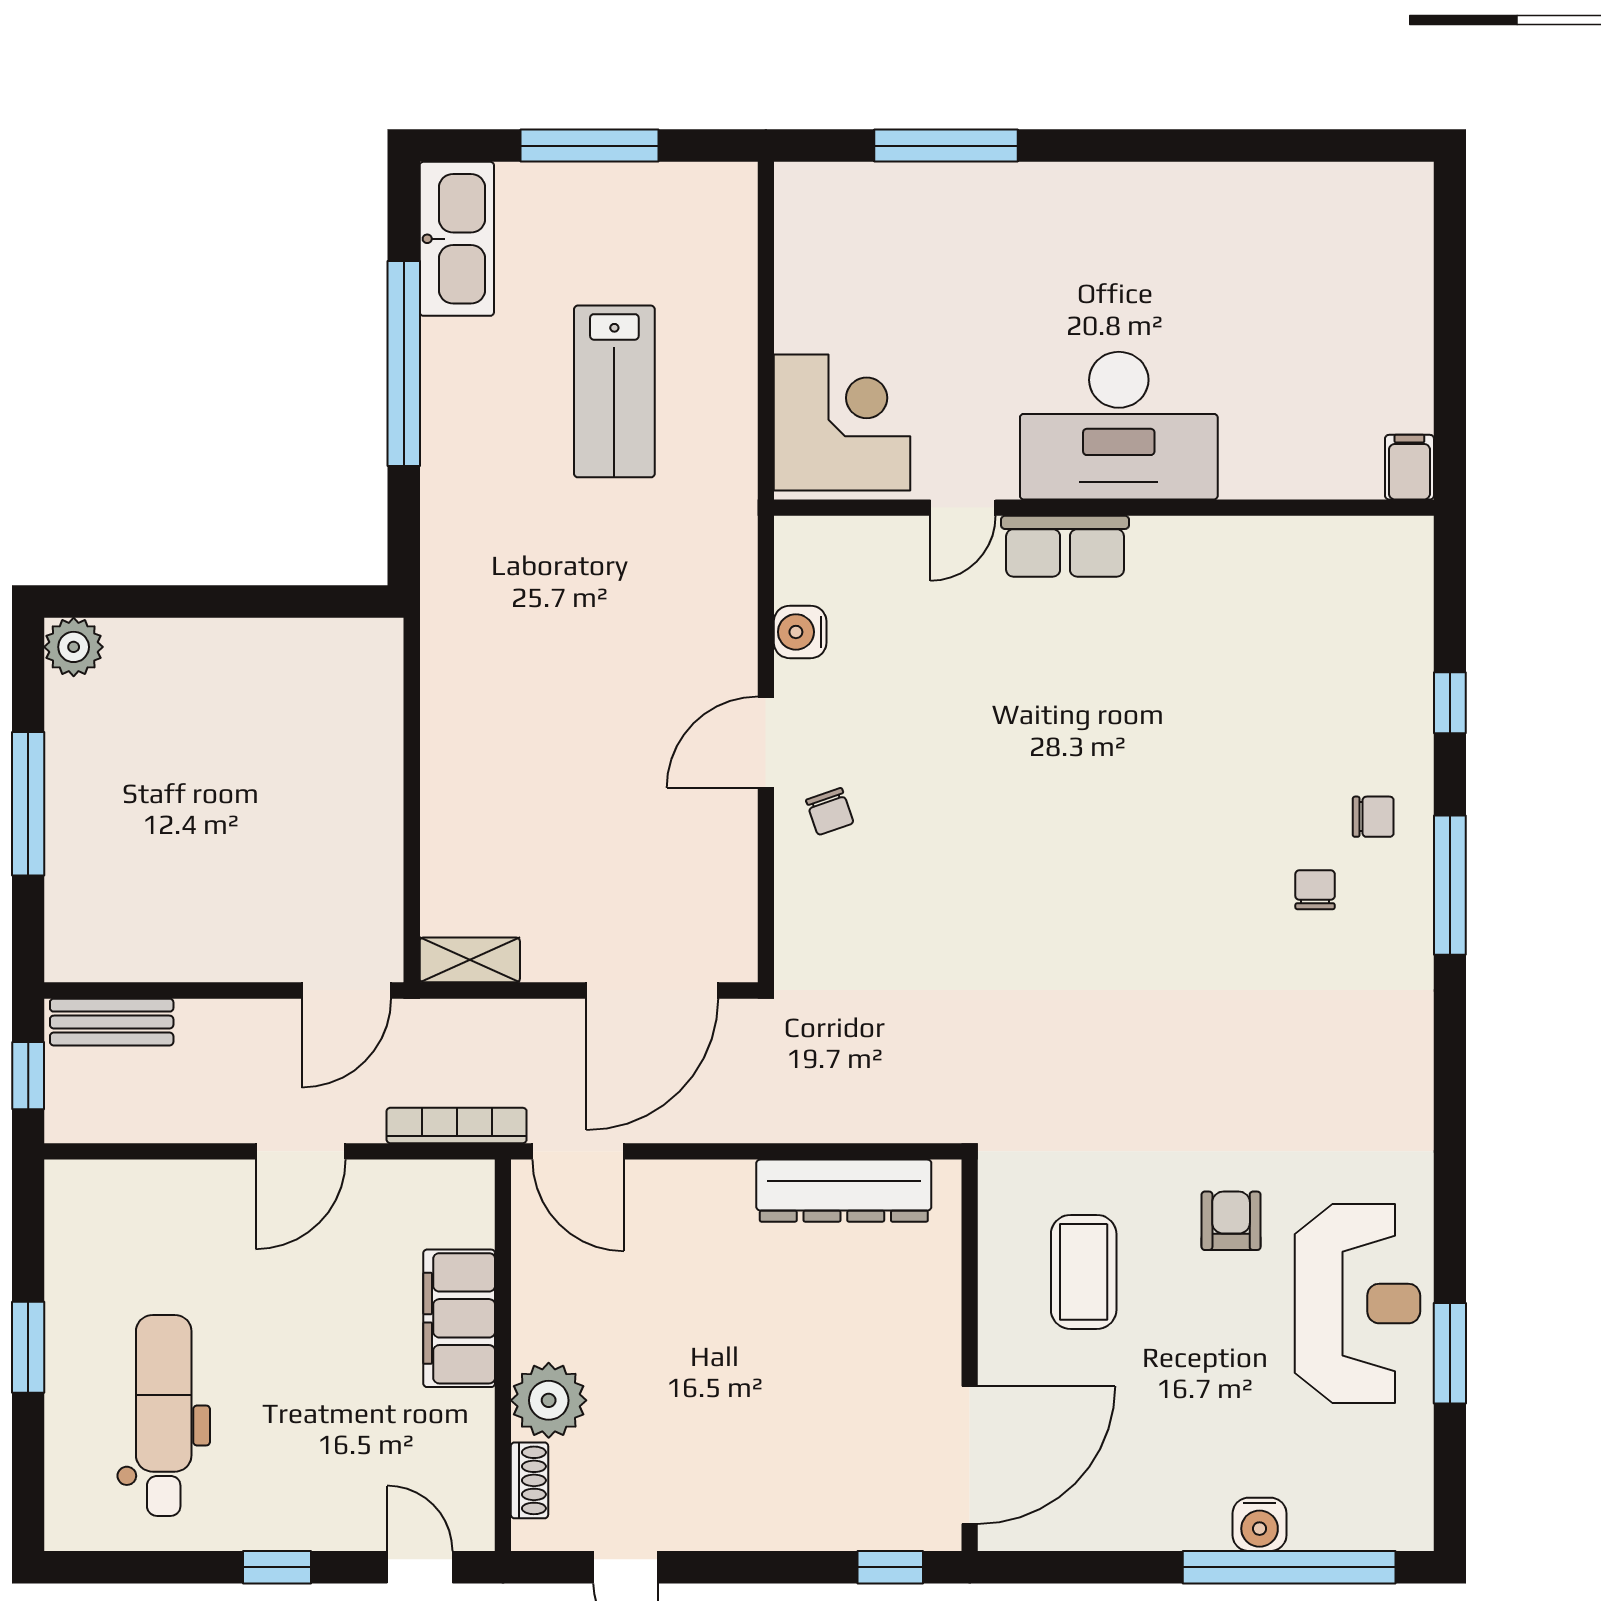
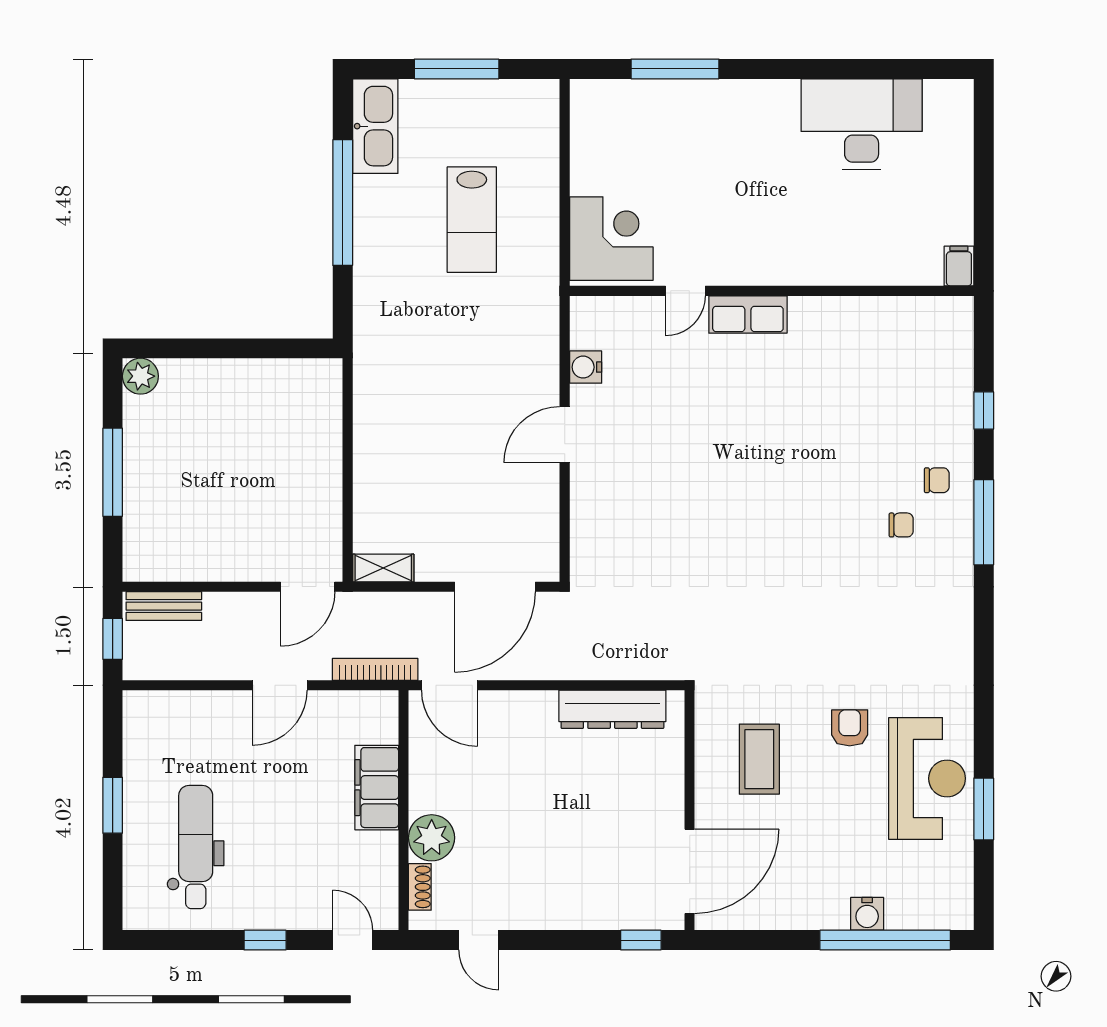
desk: (1119, 426) -> (862, 124), moved, turned 180
chair: (830, 811) -> (604, 477), removed
chair: (1315, 890) -> (901, 525), turned 90

